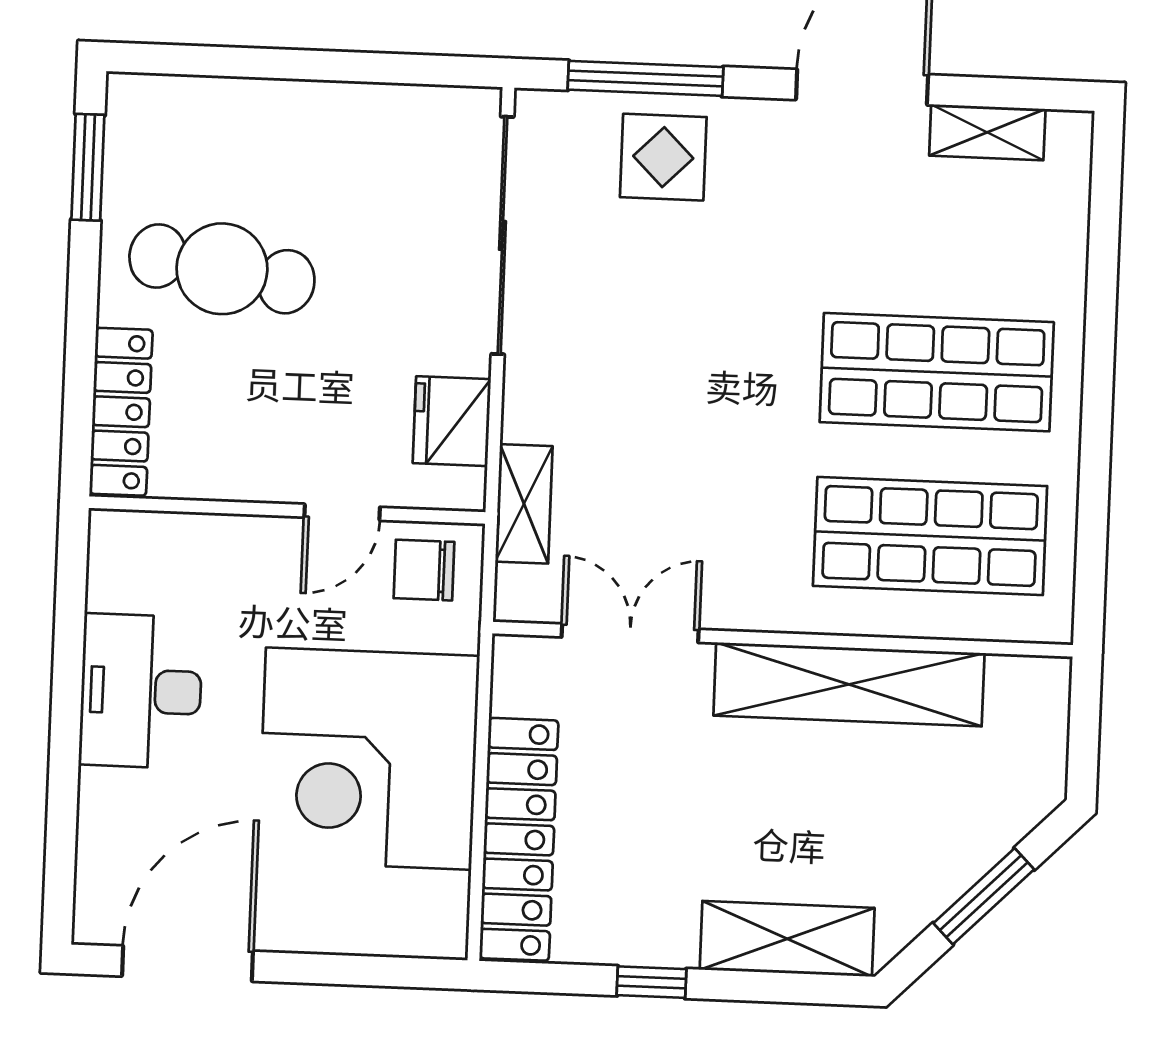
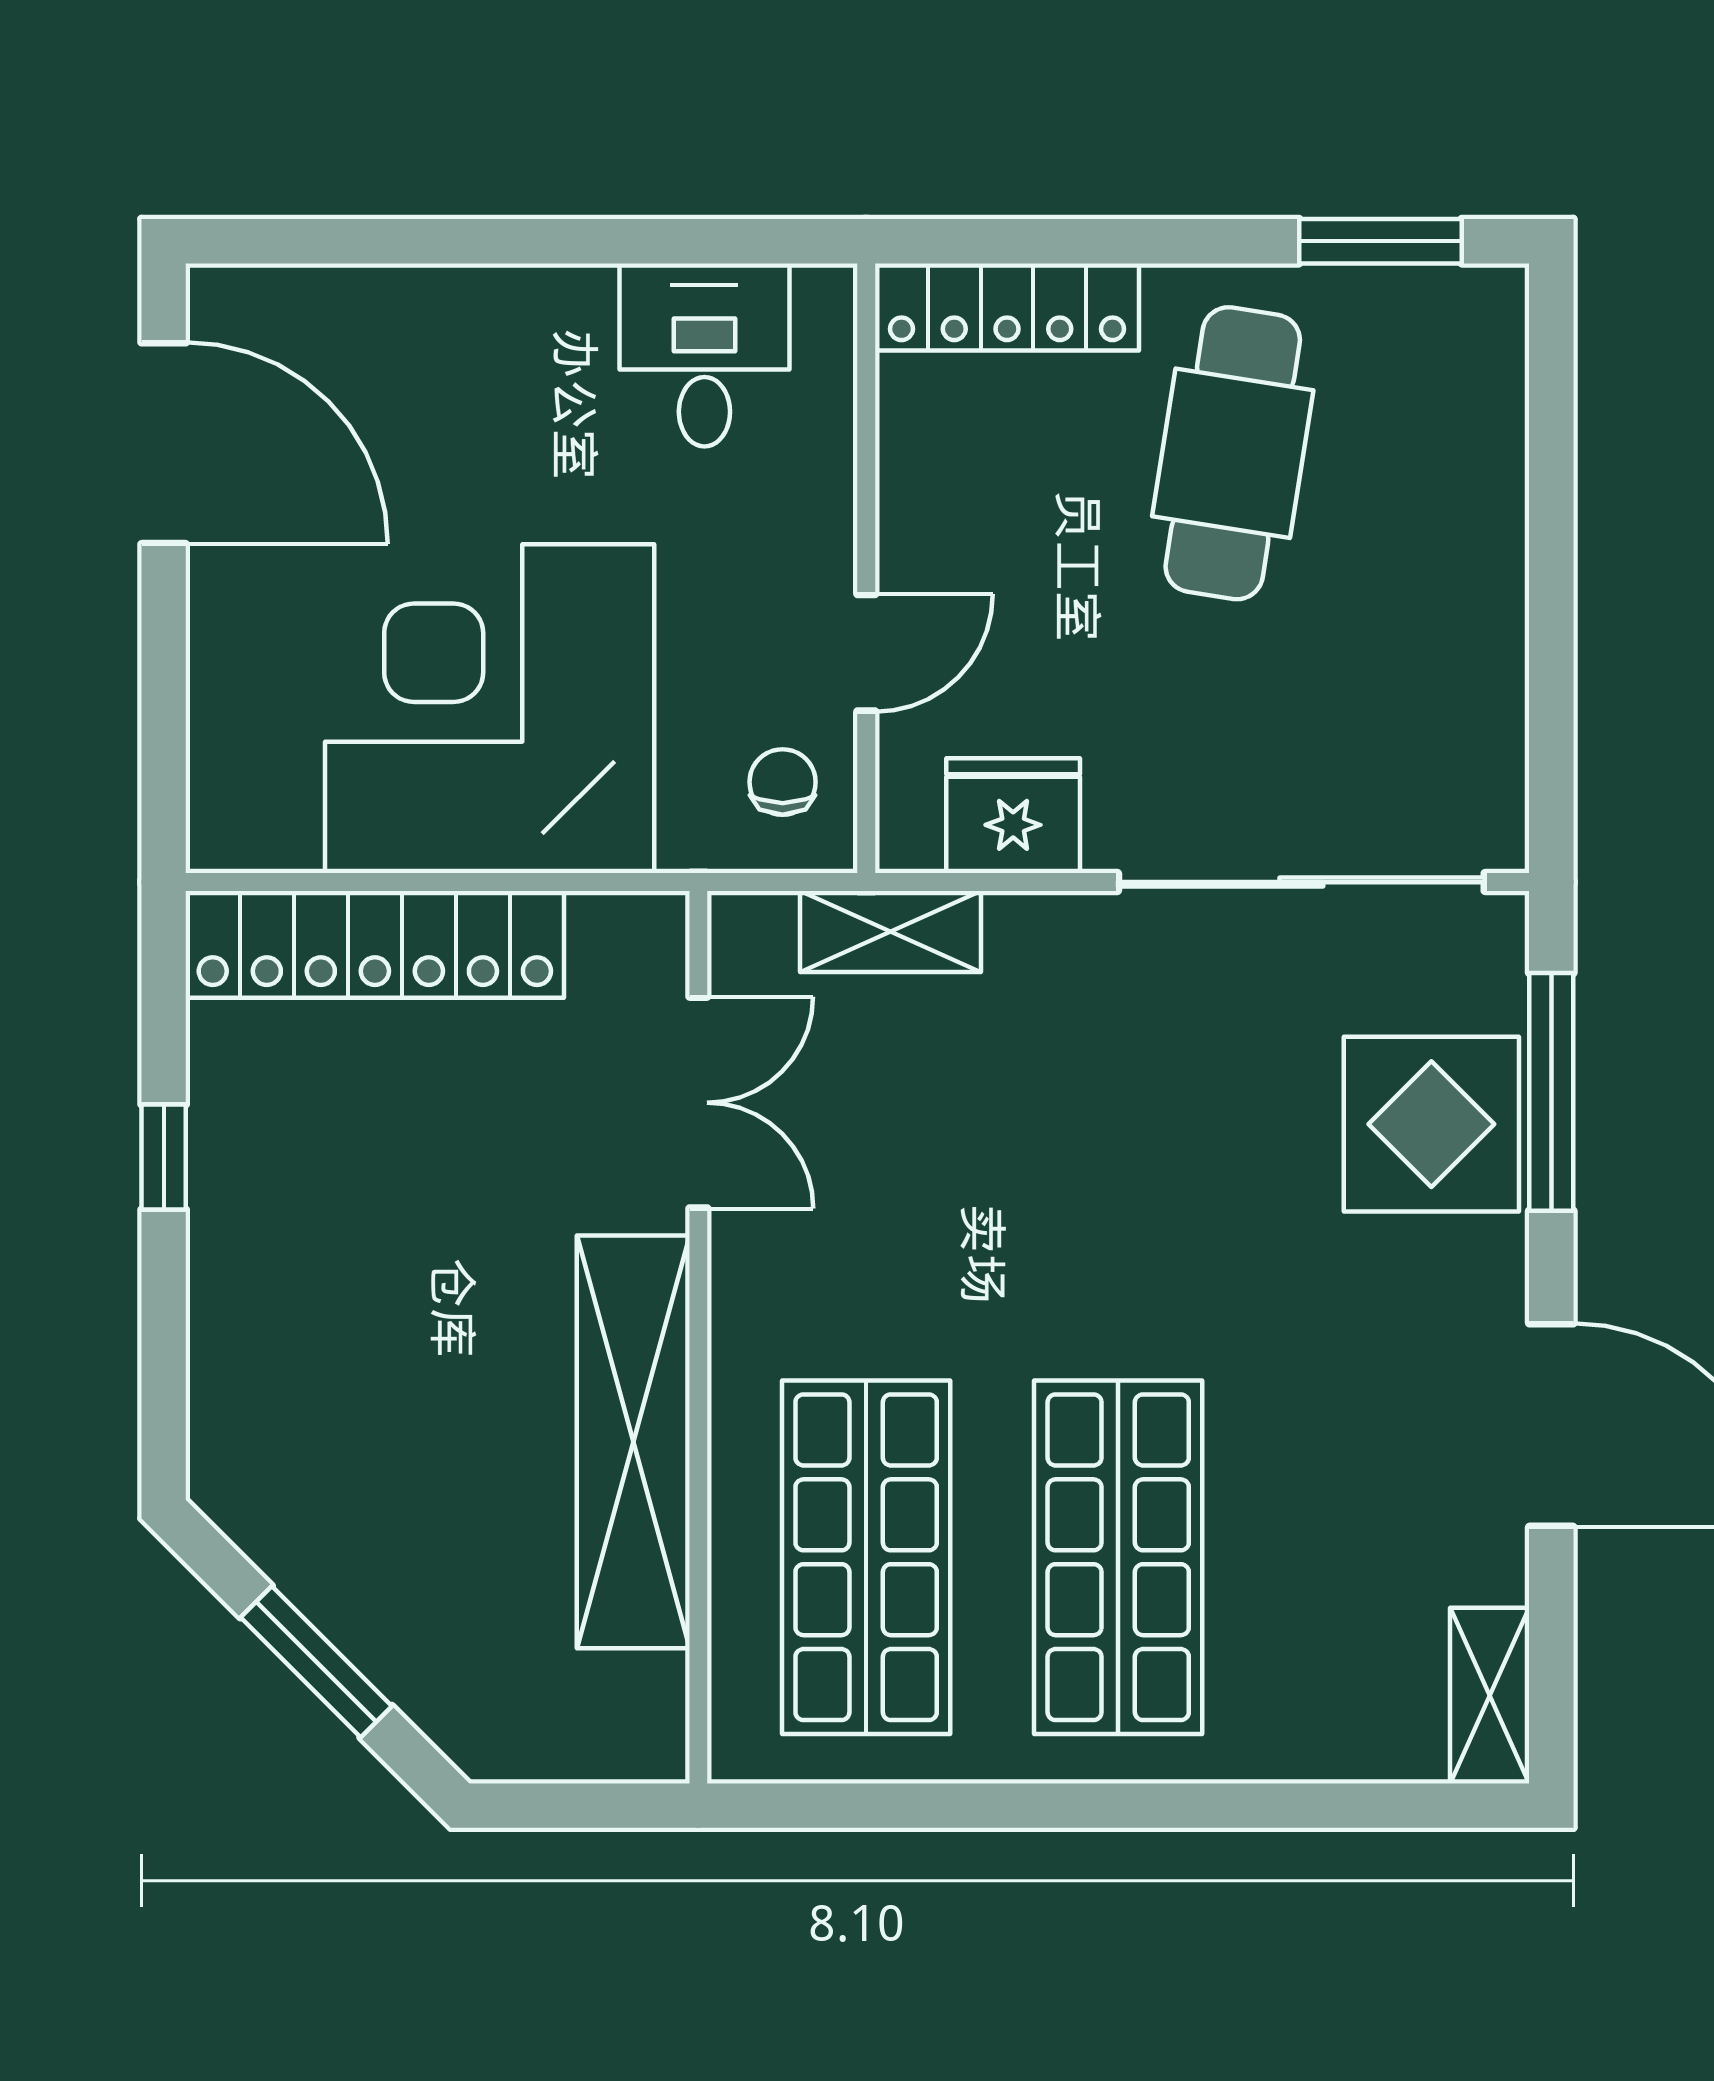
shelving: (987, 132) -> (1490, 1696), moved
display table: (663, 157) -> (1431, 1124), width x1.36, depth x1.36
door: (342, 512) -> (866, 653), swing flipped
chair: (424, 570) -> (783, 782), width x0.73, depth x0.73
desk: (141, 691) -> (704, 355), moved, width x0.73
shelving: (787, 939) -> (239, 1362), removed

